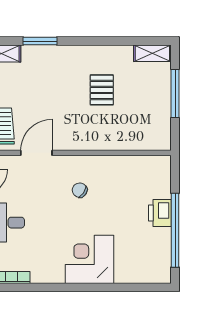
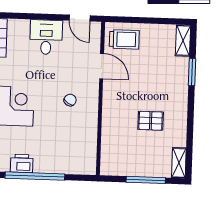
printer: (160, 213) -> (22, 163), moved

